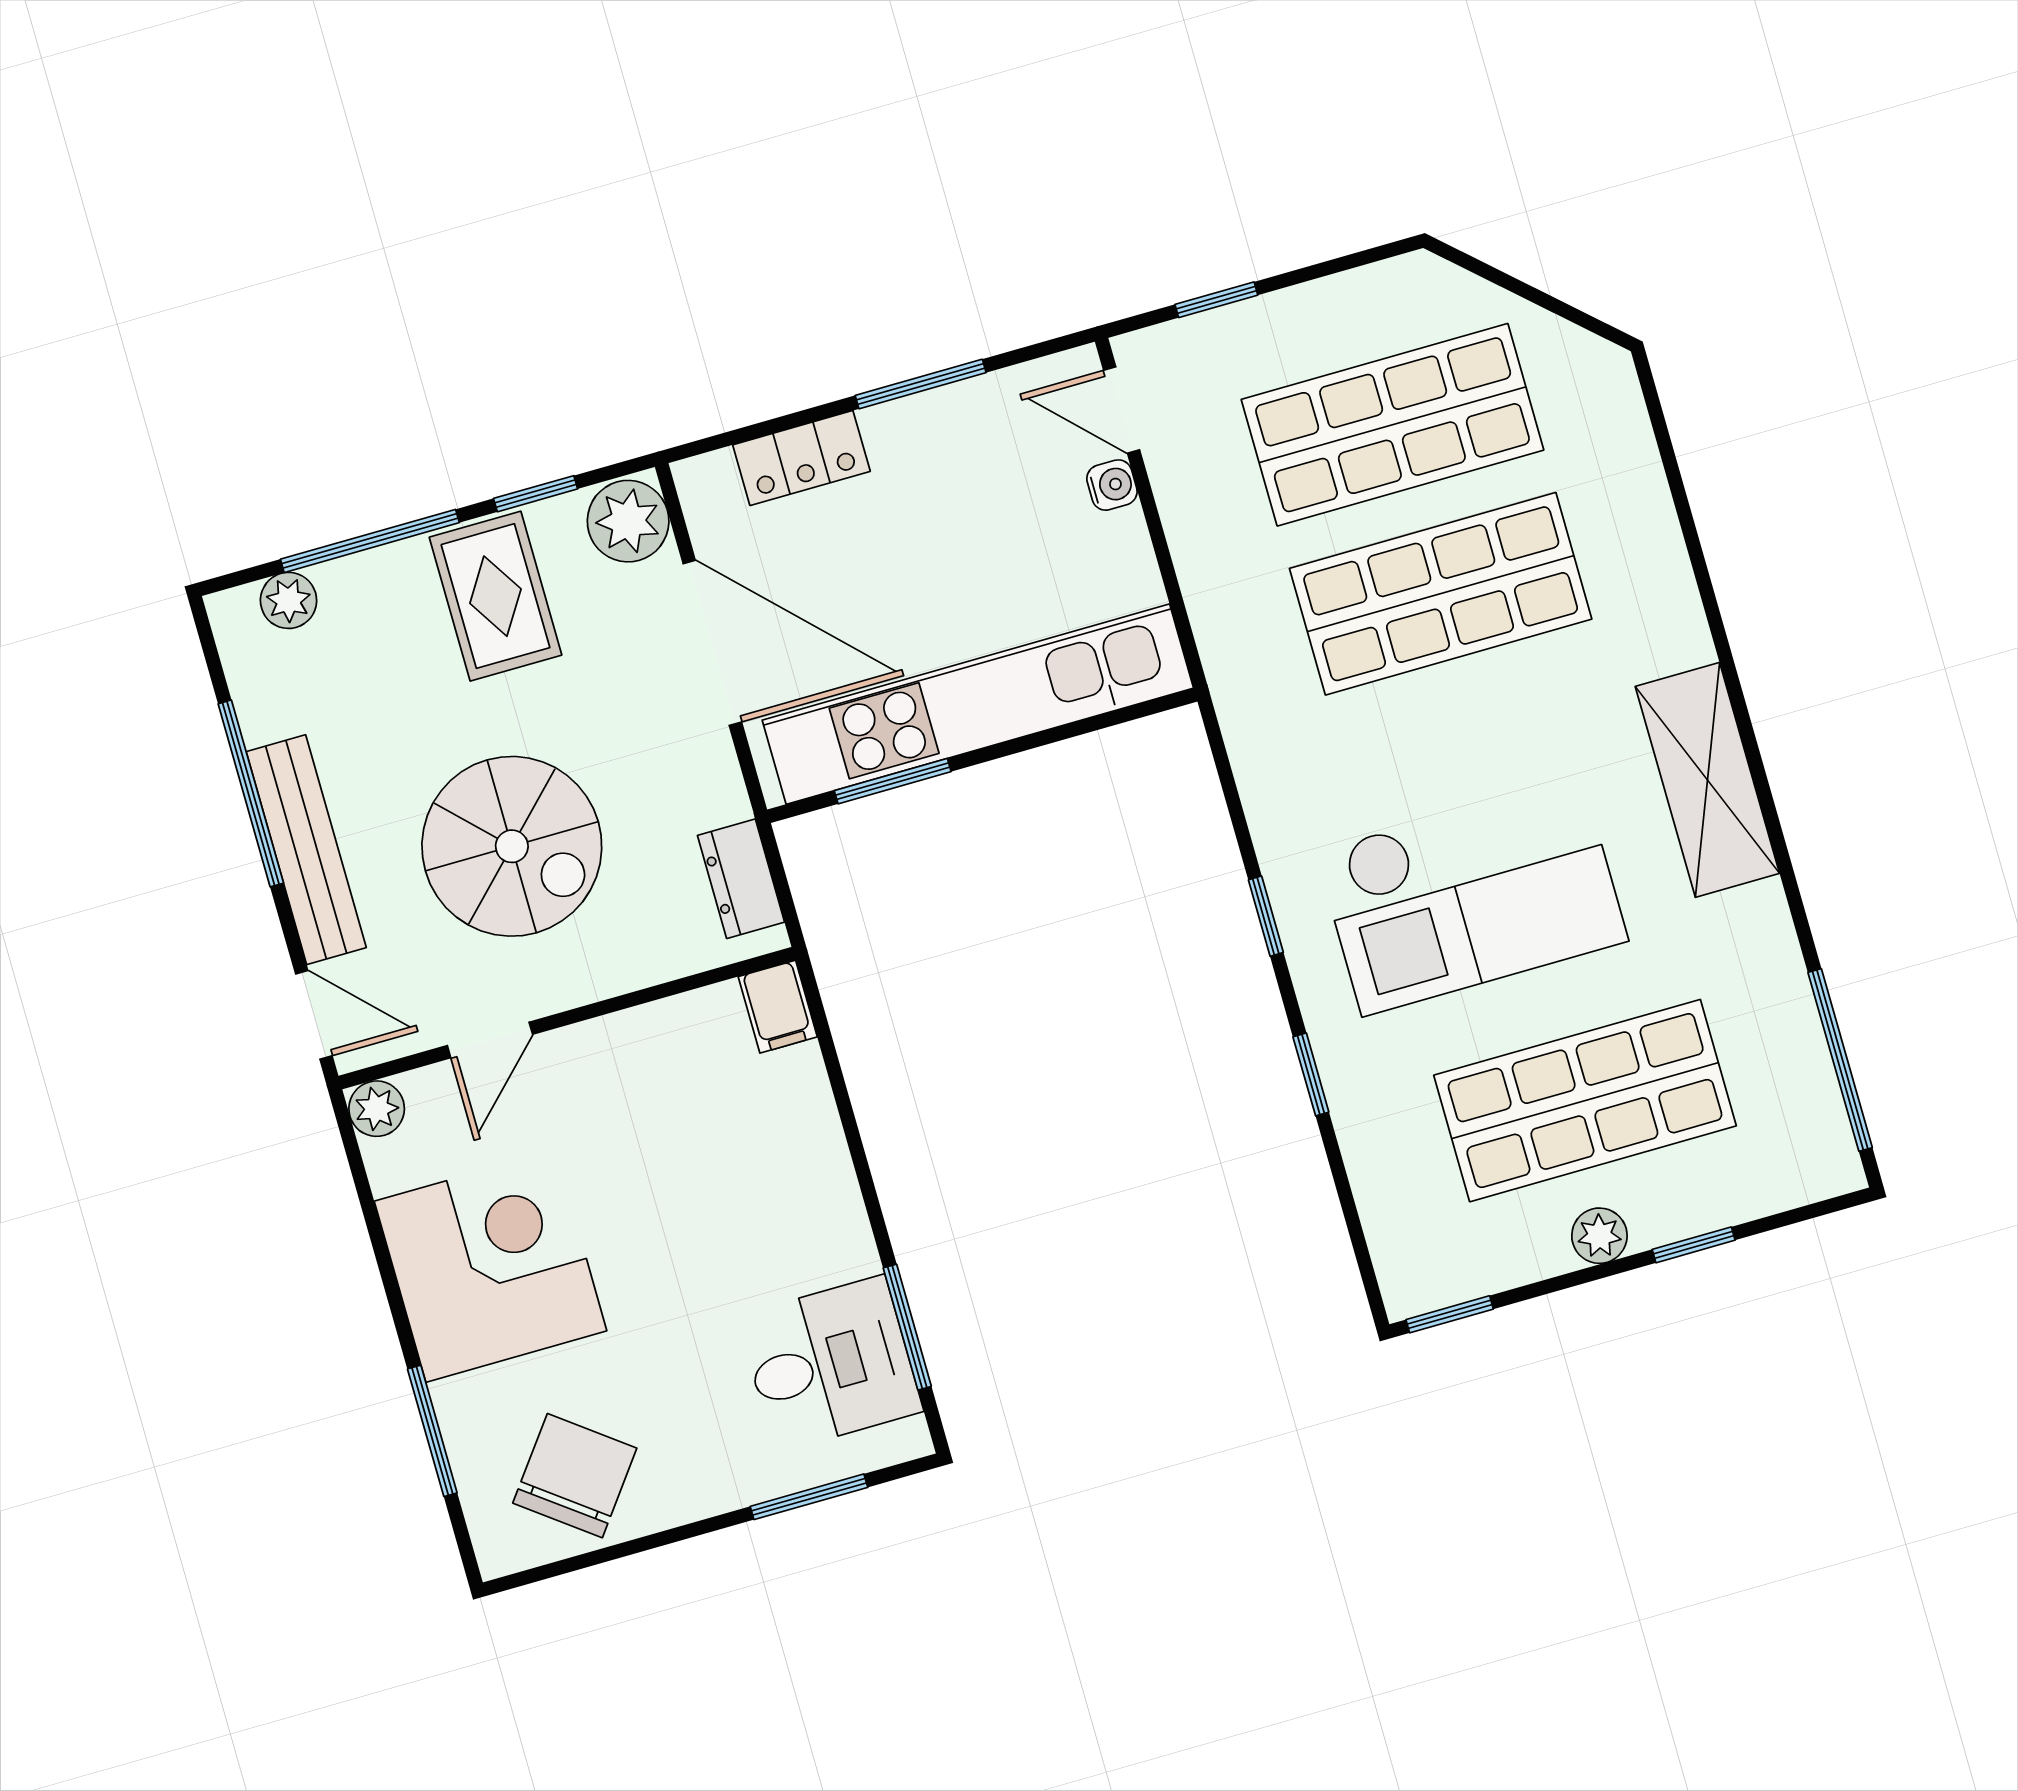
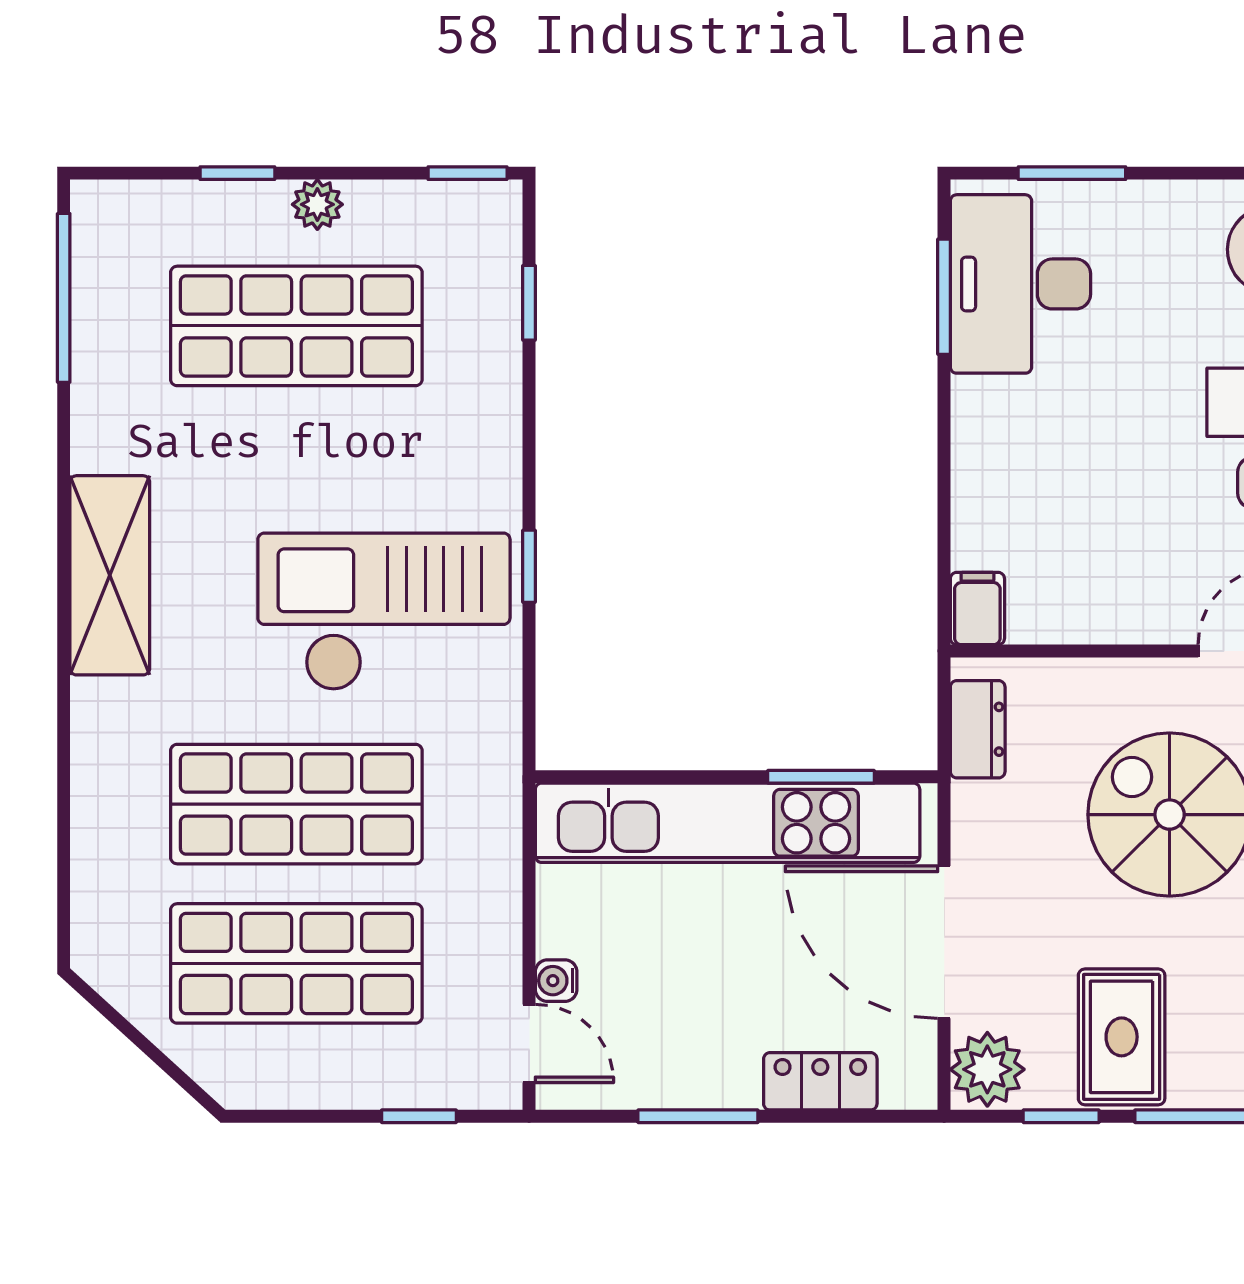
checkout: (1472, 896) -> (384, 612), moved
window: (1311, 1074) -> (529, 303), moved
desk: (830, 1364) -> (1020, 284), width x1.37

